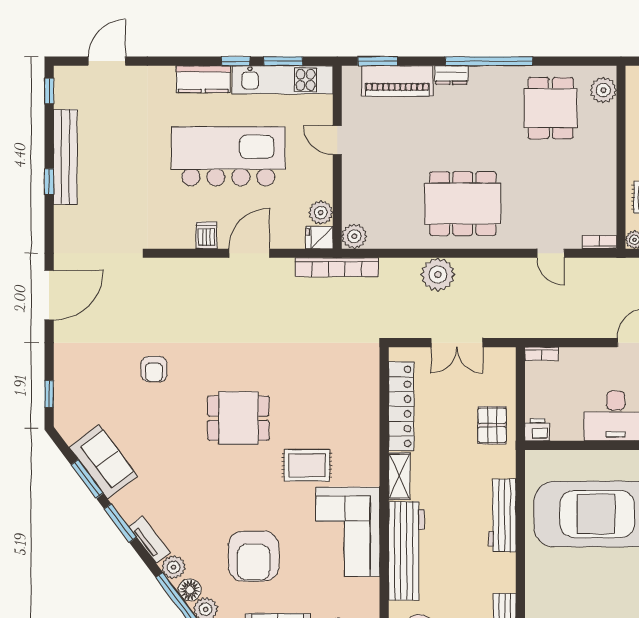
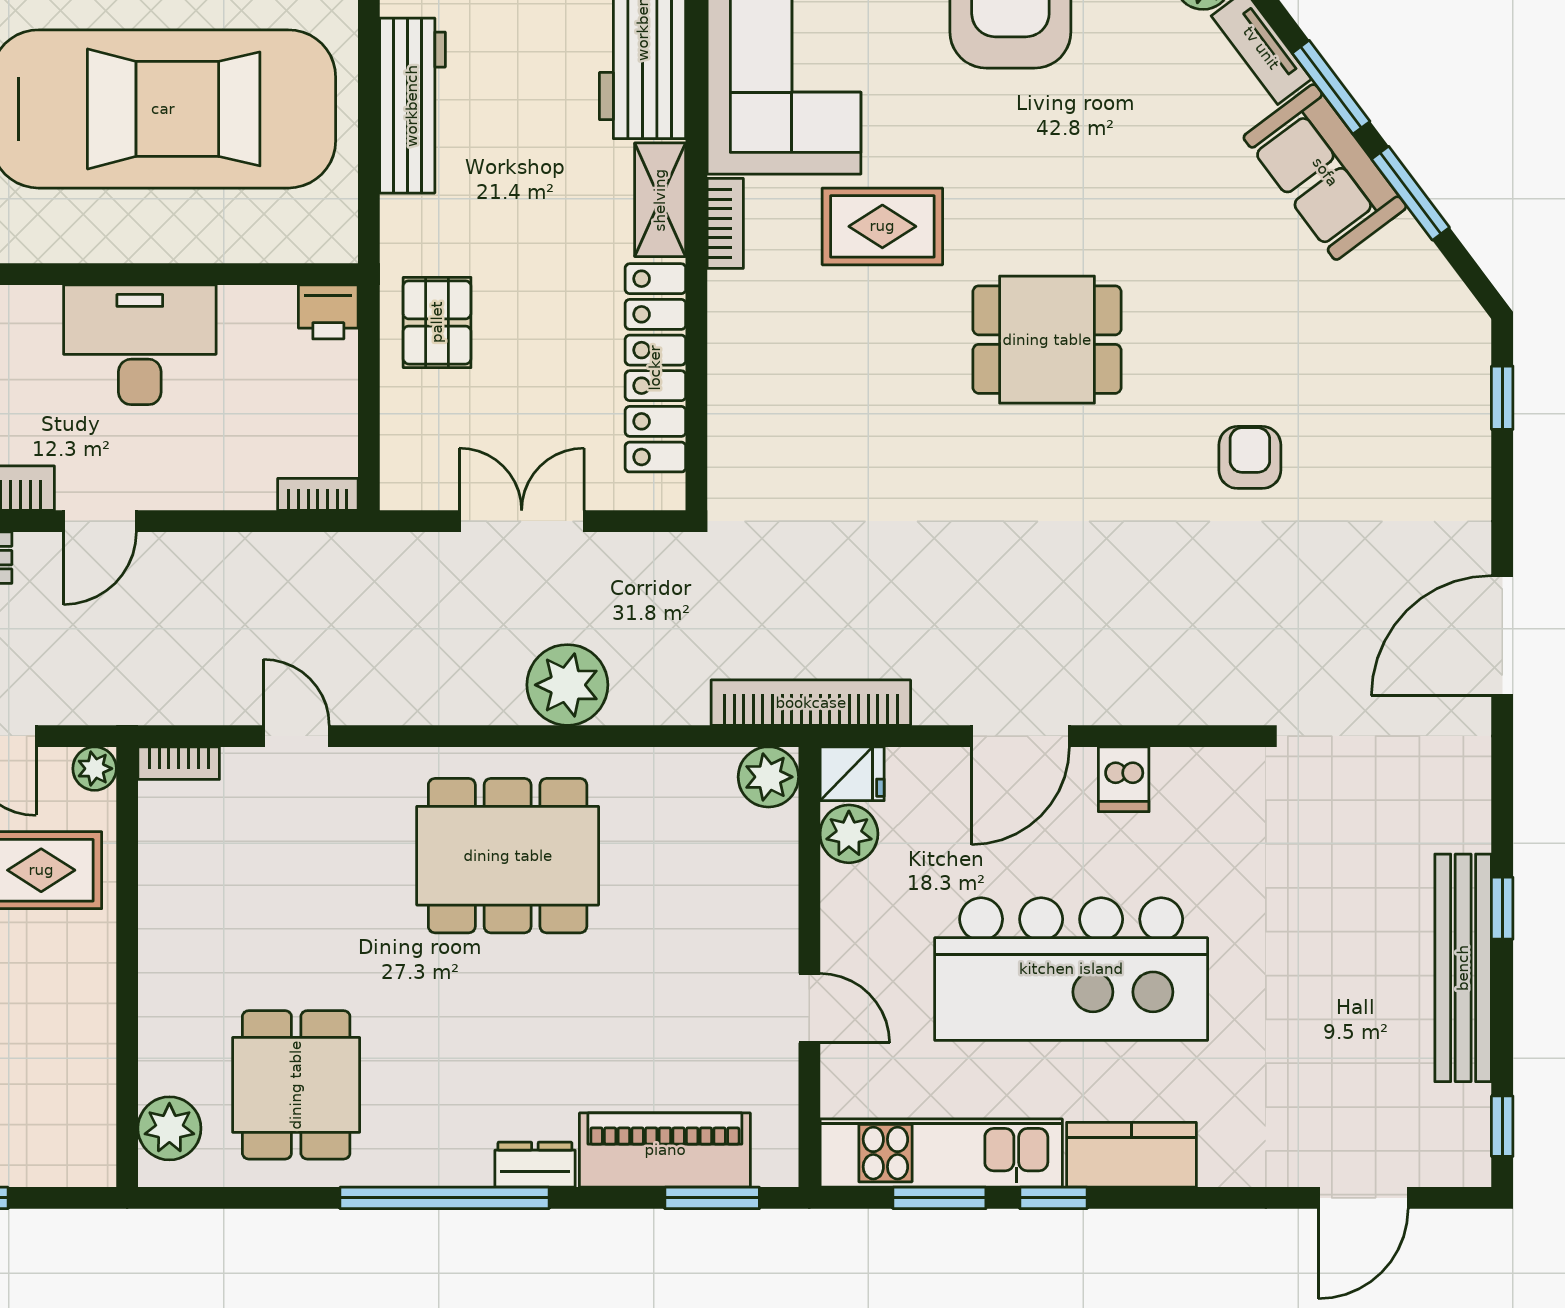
sofa: (103, 462) -> (1325, 172), moved
bookcase: (372, 466) -> (725, 223), added

